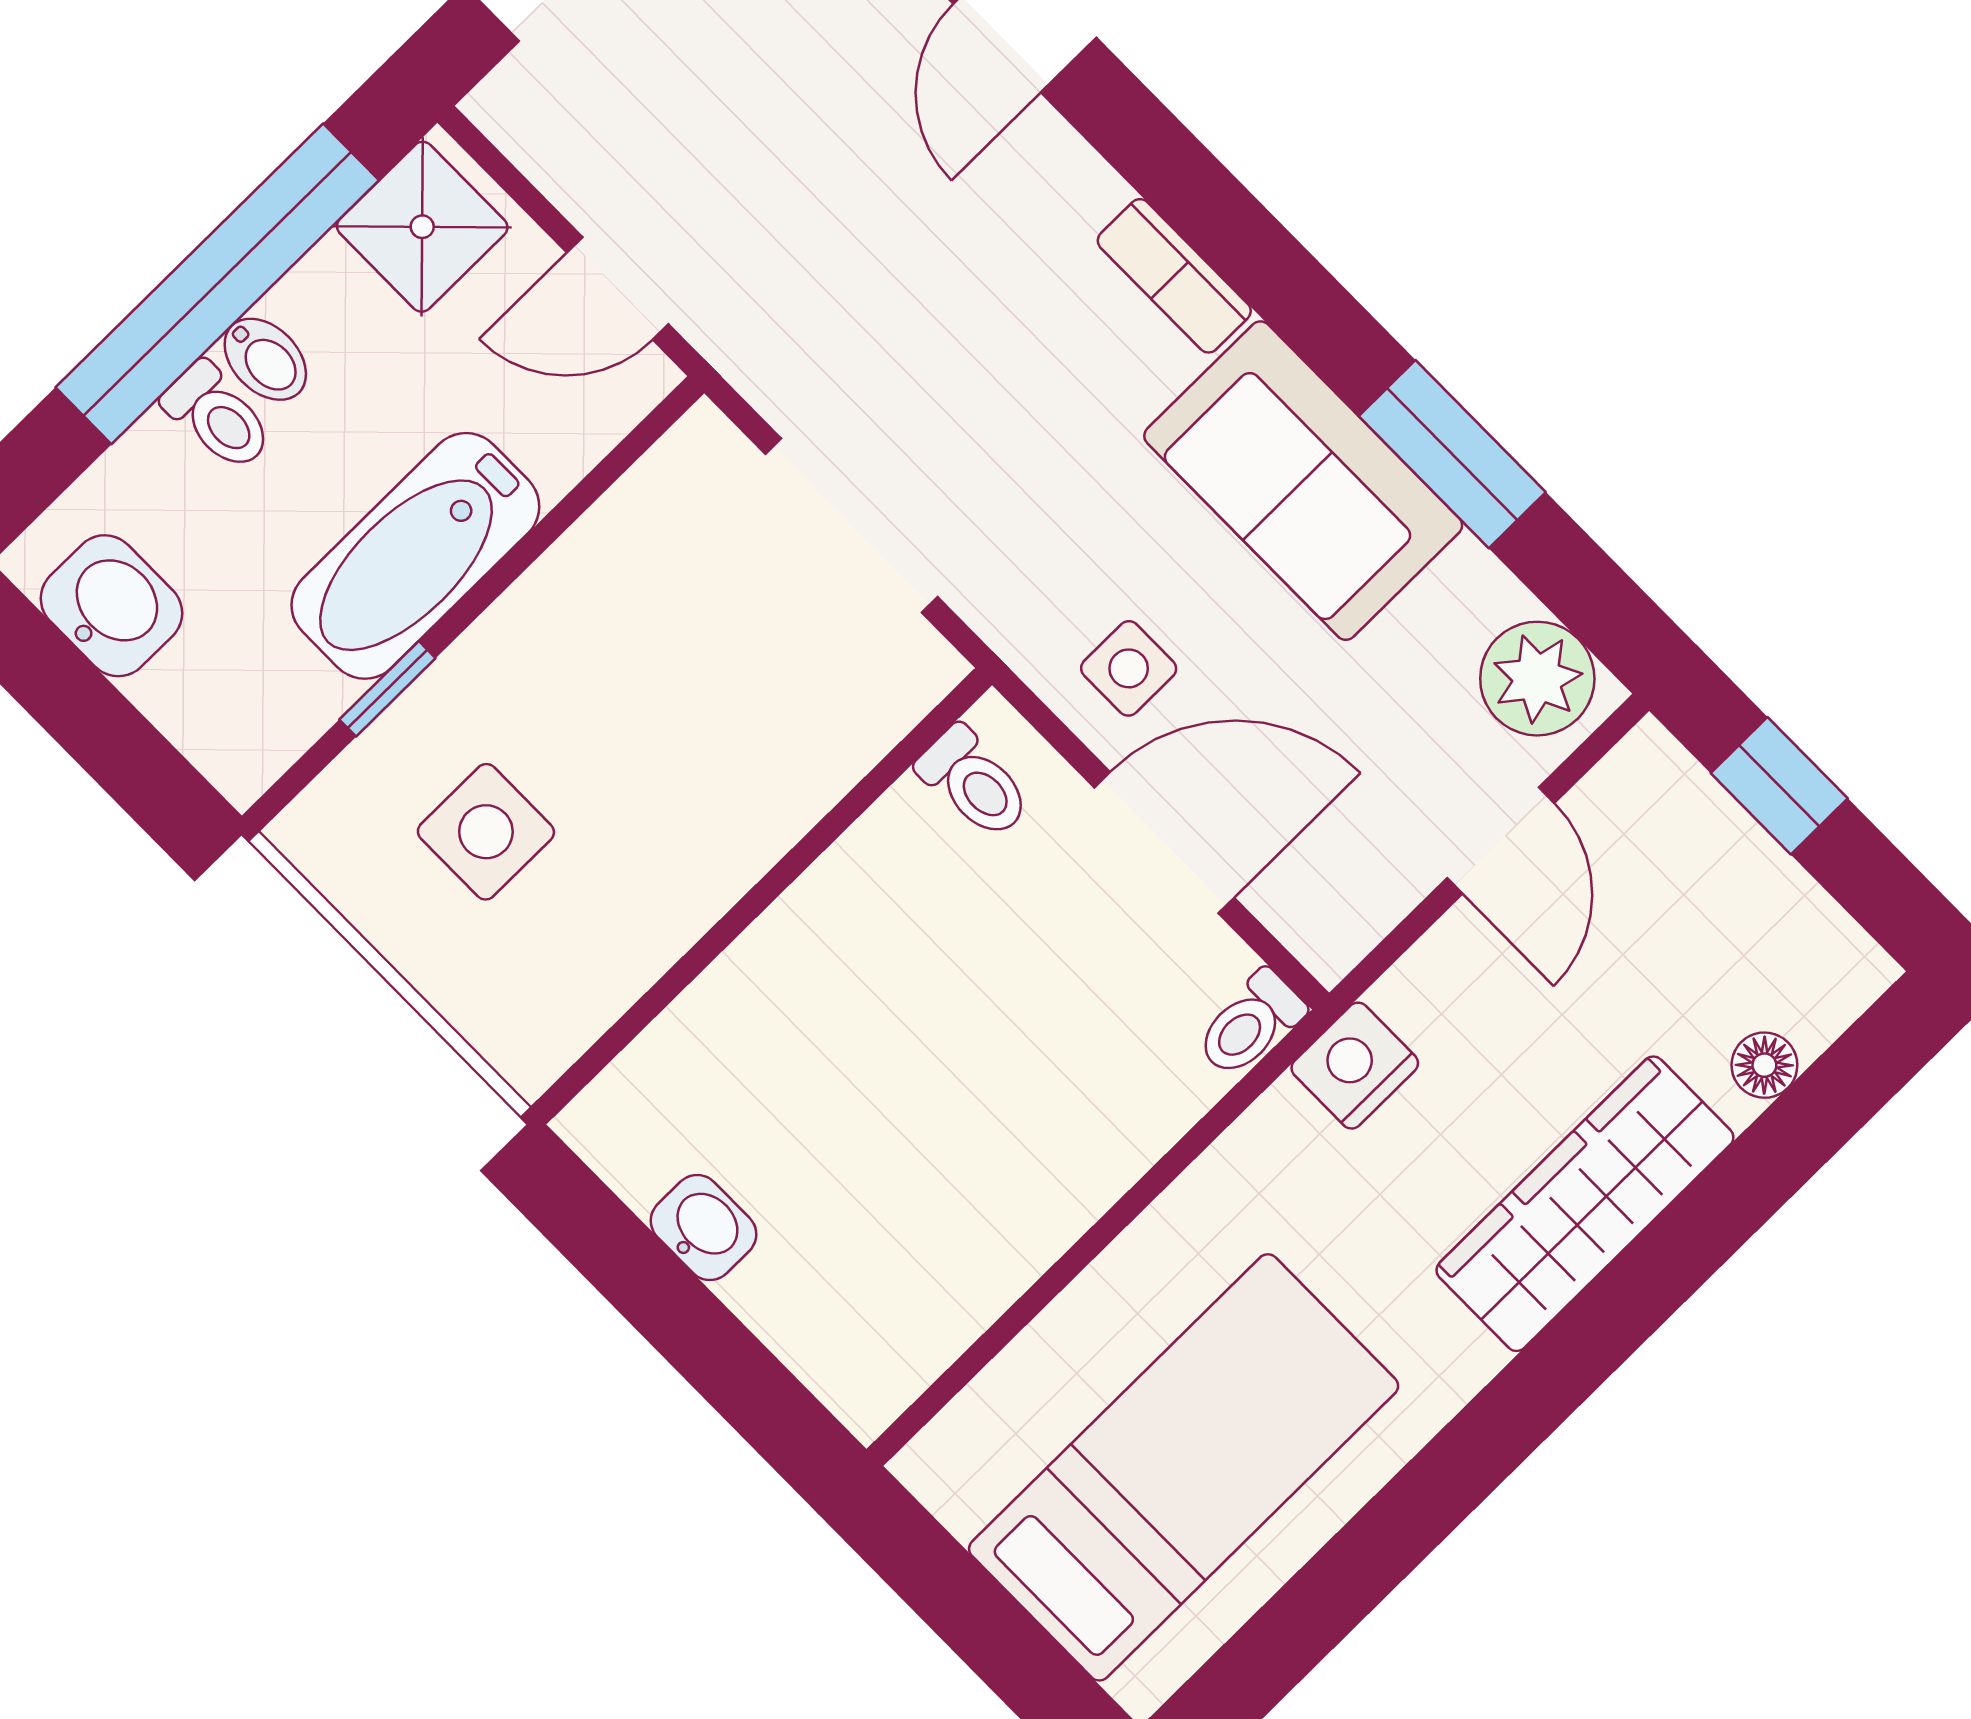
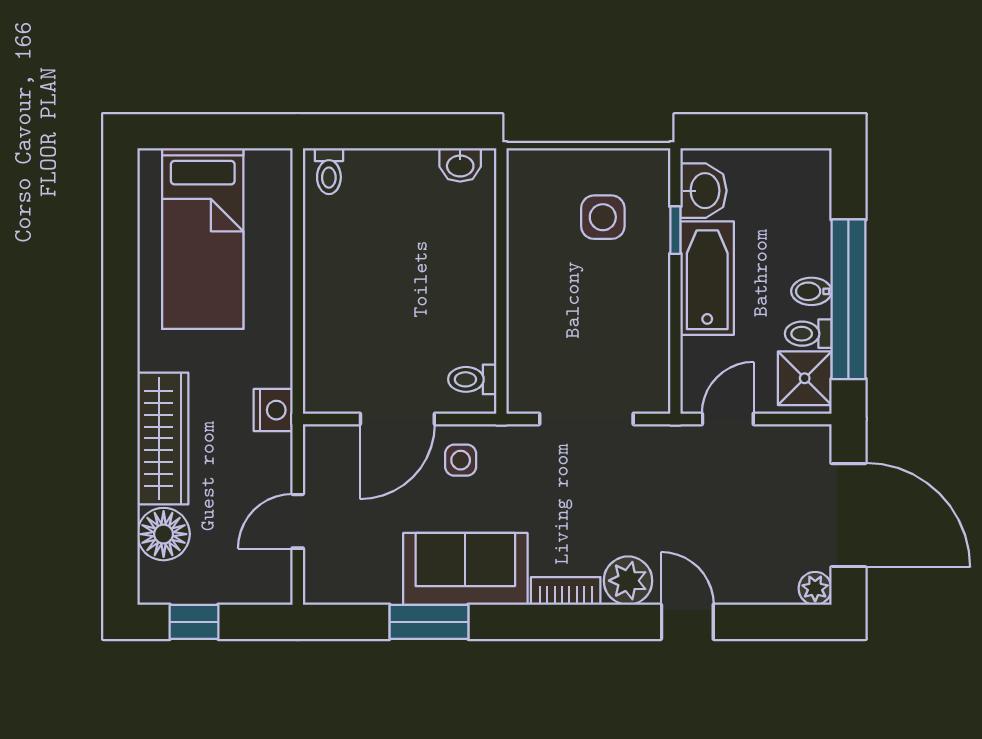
toilet: (218, 417) -> (808, 334), moved
washbasin: (111, 606) -> (704, 191), moved, turned -90
plant: (1537, 679) -> (628, 581), moved
window: (1779, 786) -> (194, 622), moved
door: (1501, 841) -> (298, 521), hinge flipped
toilet: (1250, 1024) -> (329, 171), moved, turned 180
floor lamp: (1764, 1065) -> (164, 534), width x1.89, depth x1.89
washbasin: (704, 1228) -> (460, 165), moved

